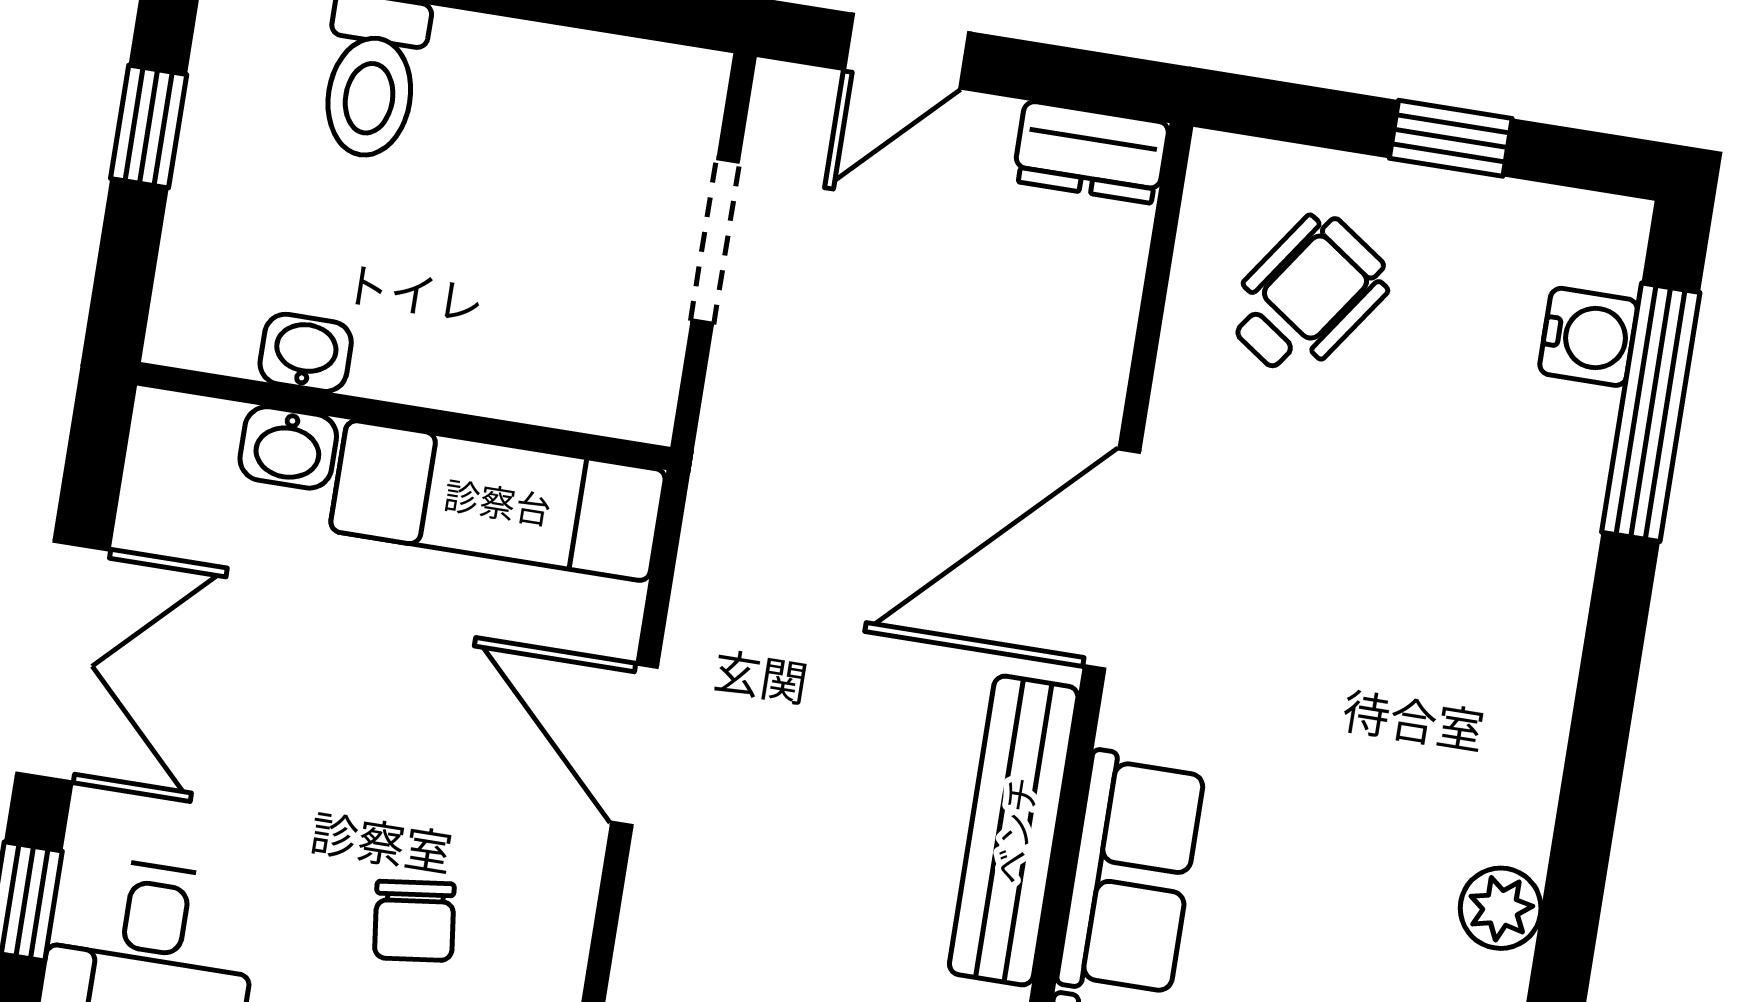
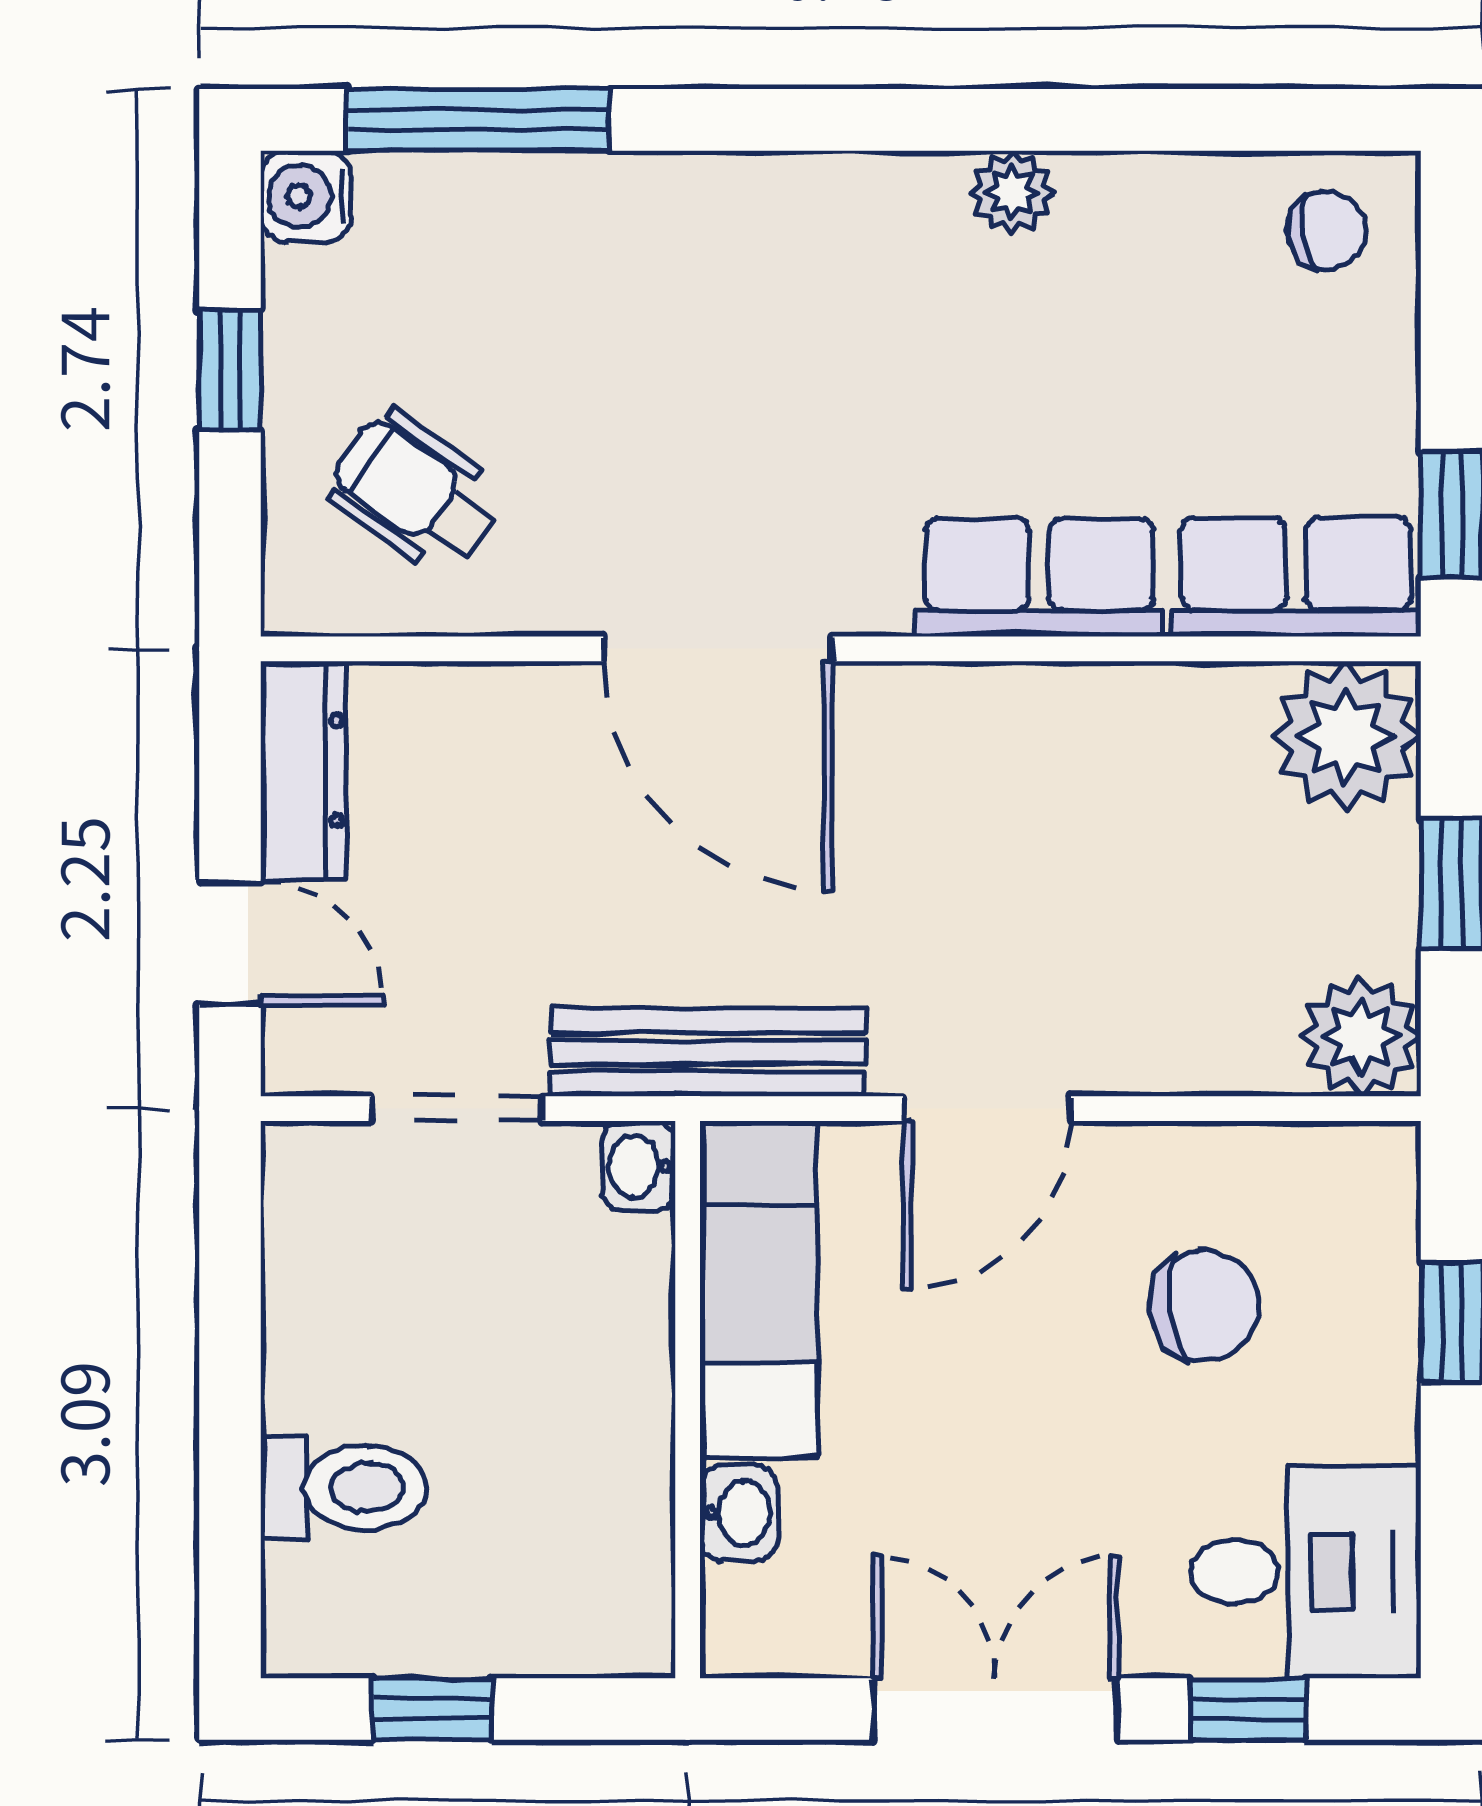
dresser: (1091, 152) -> (303, 770), width x1.44
water cooler: (1589, 337) -> (306, 196), moved, turned -90
washbasin: (306, 353) -> (639, 1166), moved
bench: (1014, 830) -> (708, 1052), moved
chair: (414, 921) -> (1204, 1306), width x1.37, depth x1.37

